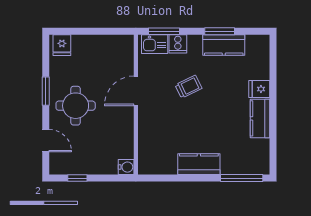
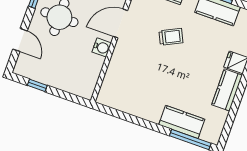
kitchen counter: (199, 164) -> (182, 122), moved
water cooler: (126, 167) -> (102, 47), moved

